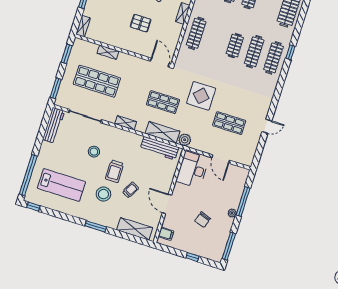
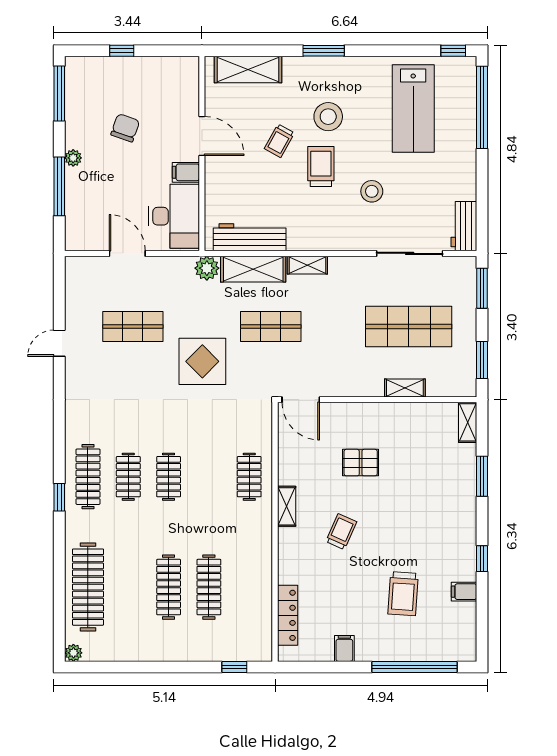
clothes rail: (196, 33) -> (249, 477), width x0.73
clothes rail: (254, 52) -> (128, 477), width x0.73
shelving: (126, 123) -> (307, 265), moved
workbench: (54, 125) -> (464, 226), width x0.73
lab bench: (61, 185) -> (413, 108), turned -90
filing cabinet: (166, 234) -> (186, 172), moved

